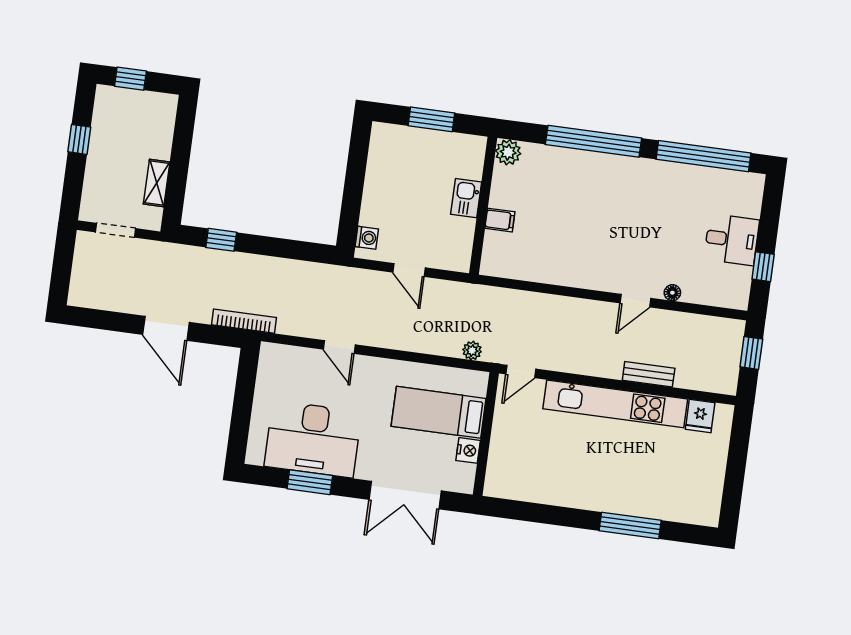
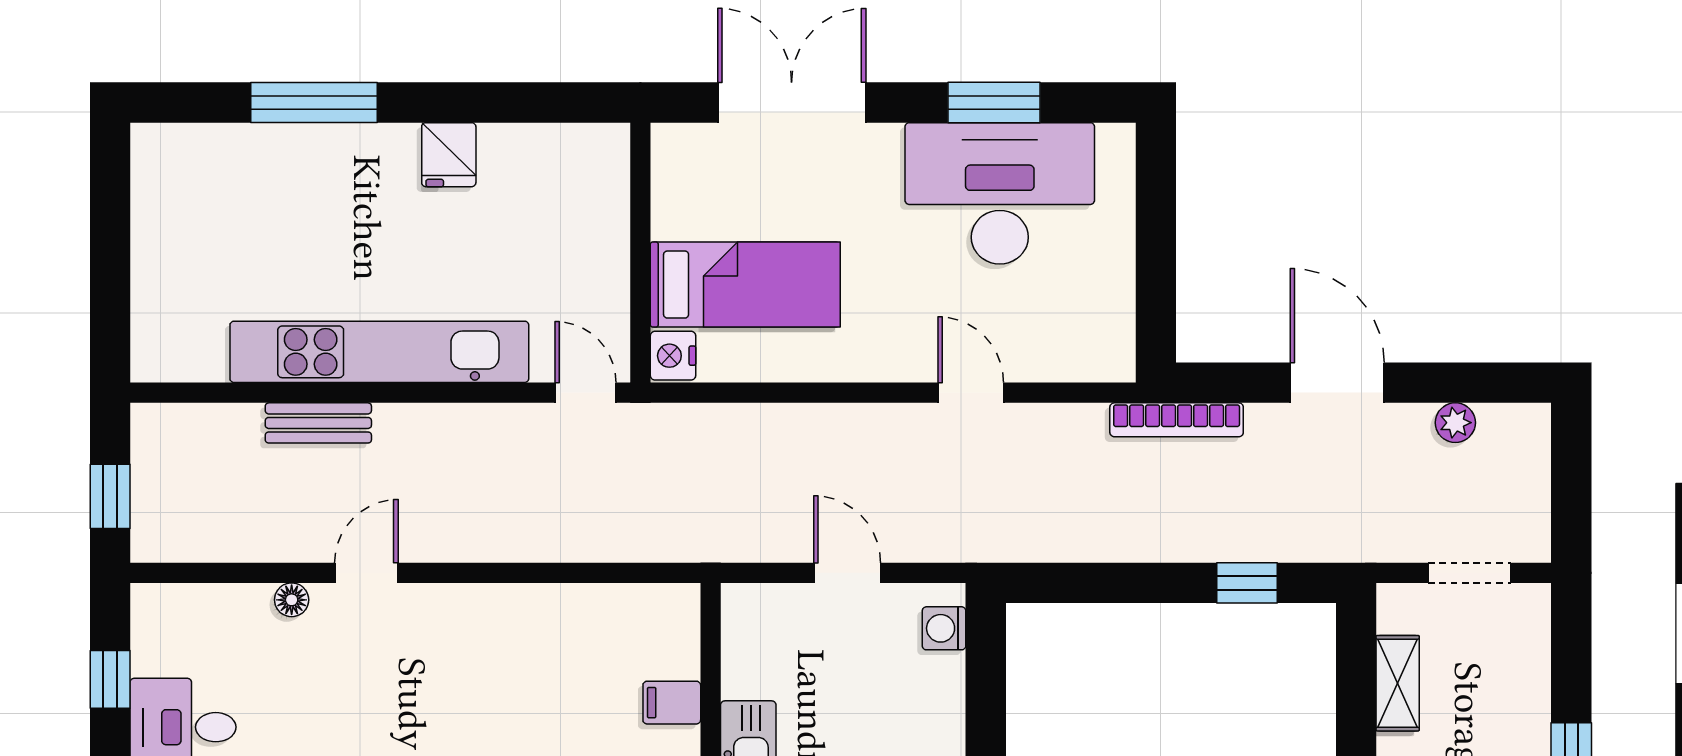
plant: (472, 351) -> (1455, 423), moved
door: (521, 372) -> (586, 393), hinge flipped
fridge: (700, 416) -> (449, 155), moved, turned 180
nightstand: (468, 450) -> (673, 356), moved

